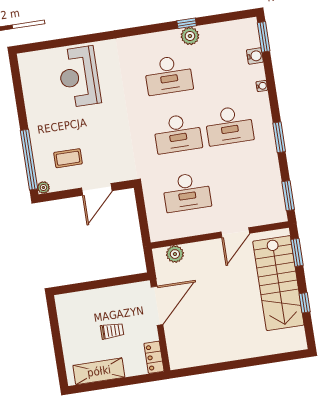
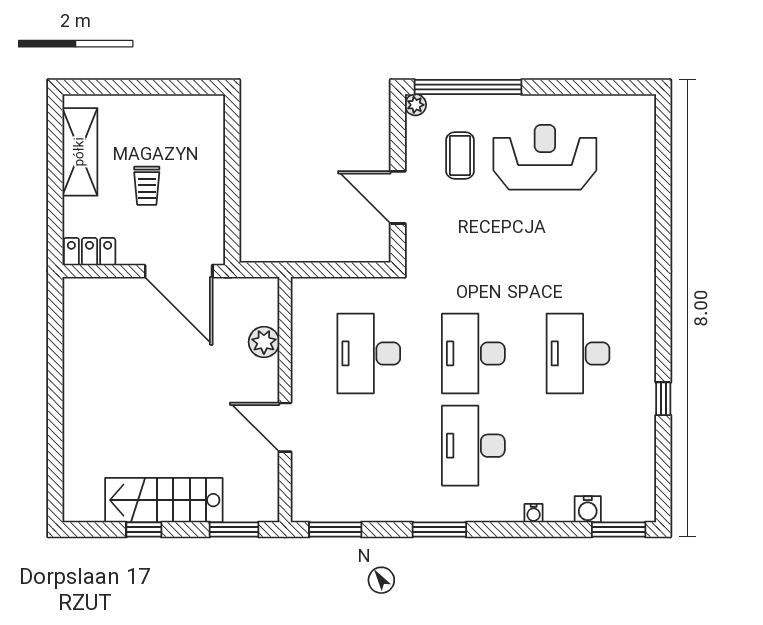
plant: (190, 36) -> (640, 401), removed
reception desk: (79, 77) -> (545, 157), moved
plant: (175, 254) -> (264, 342), moved
stairs: (278, 283) -> (164, 500), width x0.73, depth x0.66

